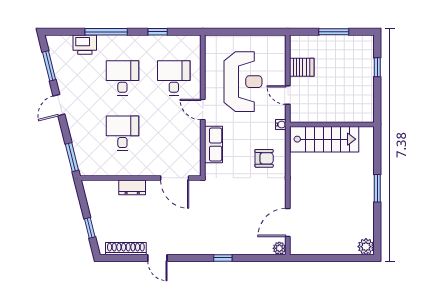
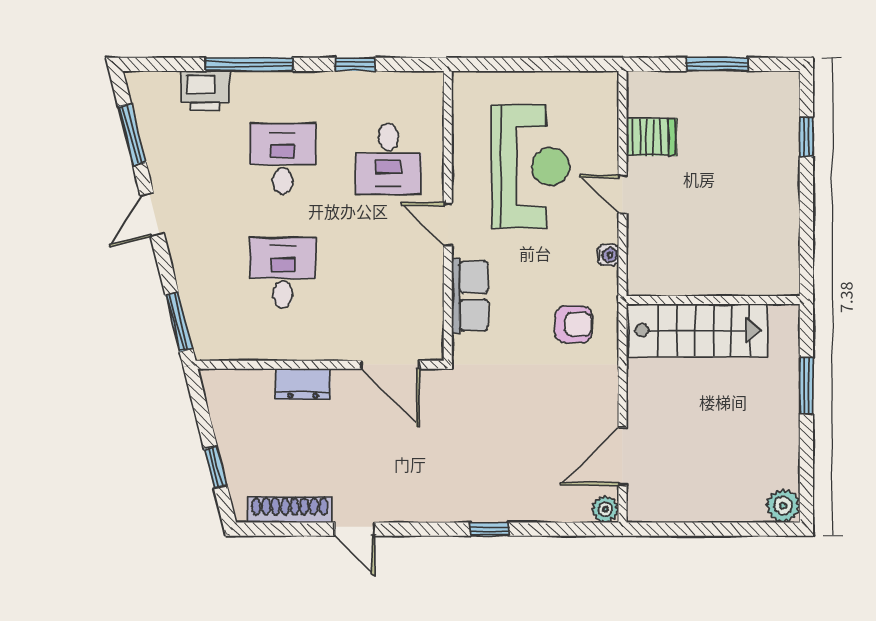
desk: (174, 78) -> (388, 159), turned 180
wall: (332, 124) -> (713, 300), moved
stairs: (324, 139) -> (698, 330), moved

